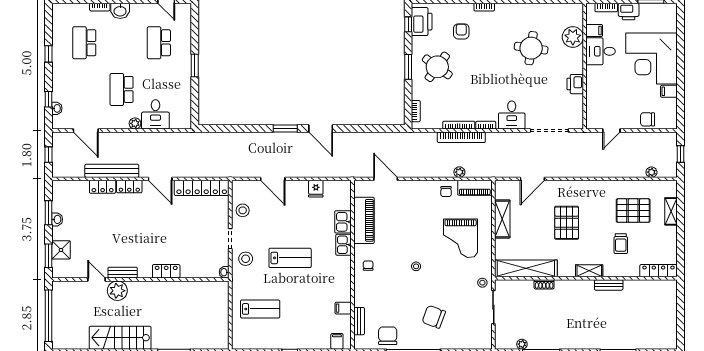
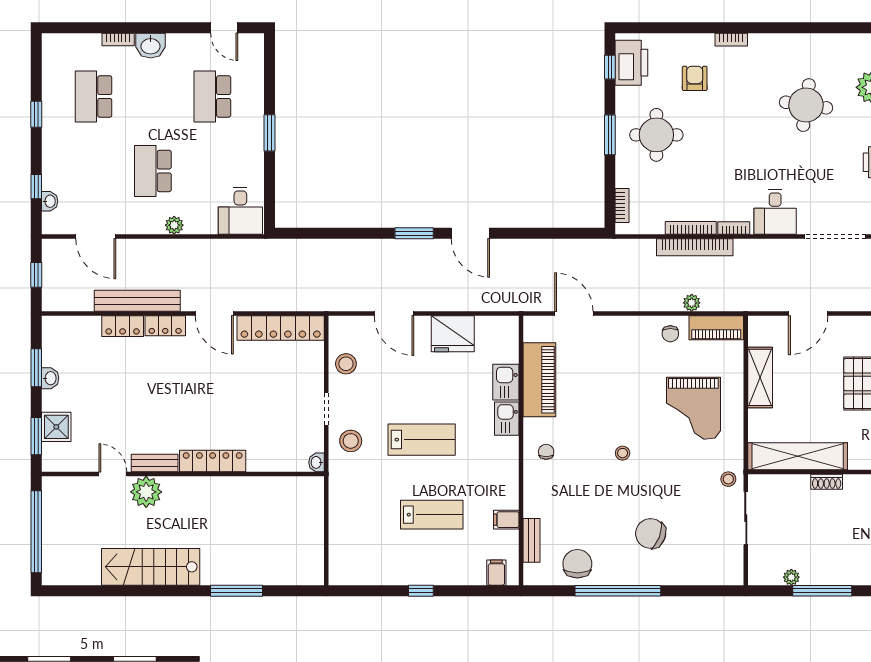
round table: (437, 67) -> (656, 135), turned -36
desk: (155, 114) -> (240, 211), moved
fridge: (316, 189) -> (453, 334), width x1.88, depth x1.34
locker: (166, 271) -> (213, 461), width x1.53
lab bench: (260, 309) -> (432, 515), moved

